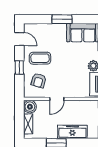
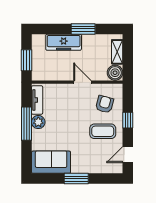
door: (19, 39) -> (128, 155), hinge flipped
door: (57, 99) -> (82, 82), hinge flipped

